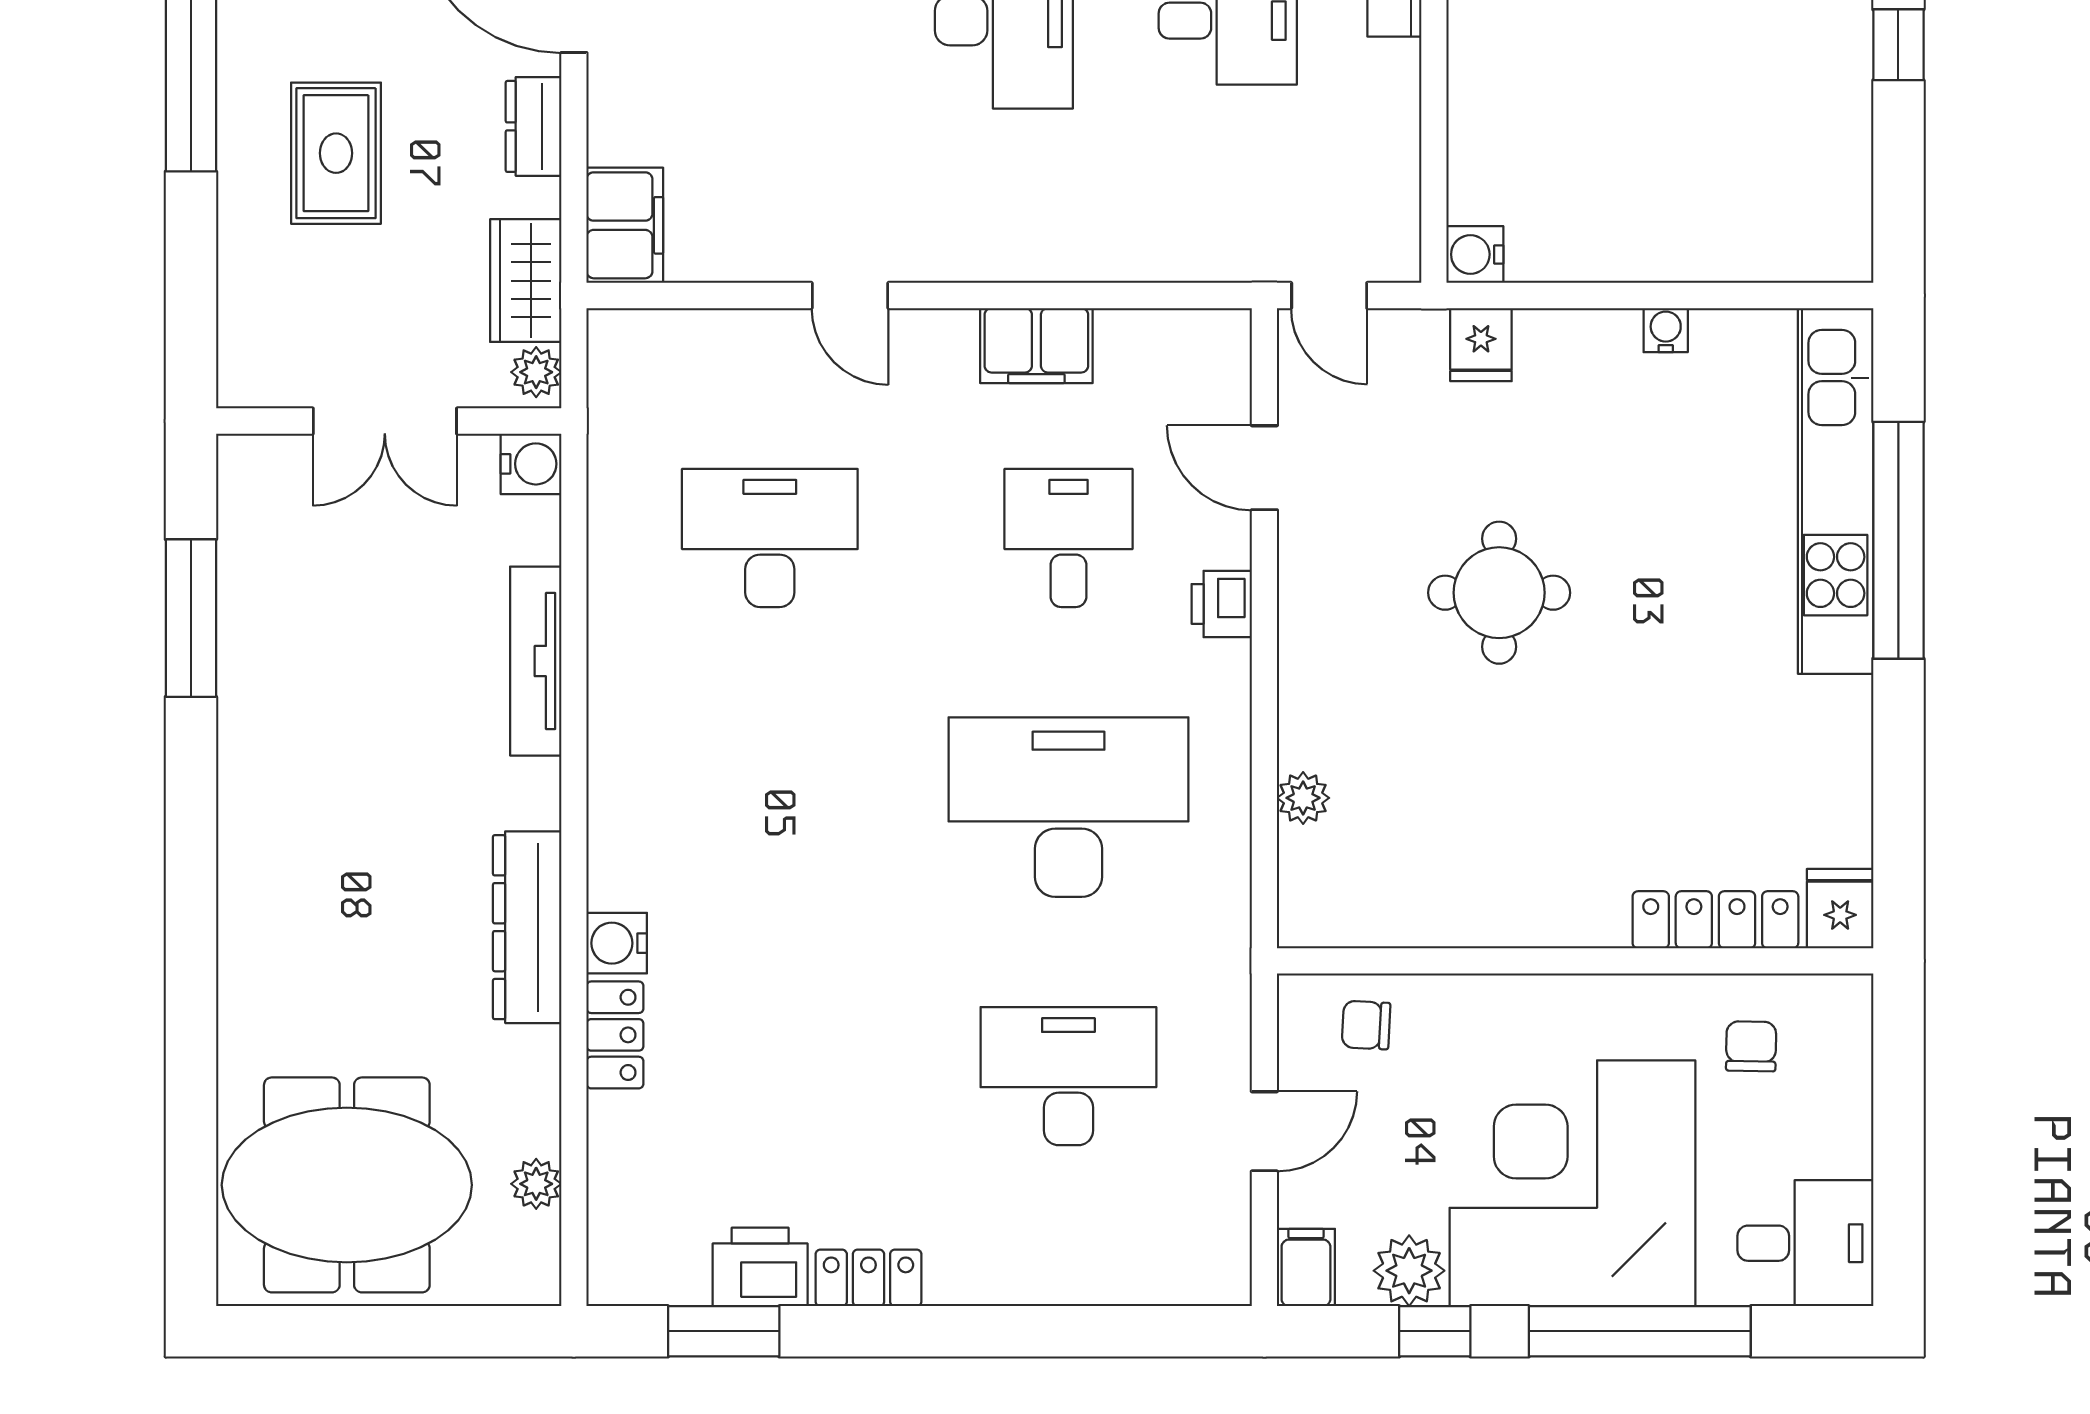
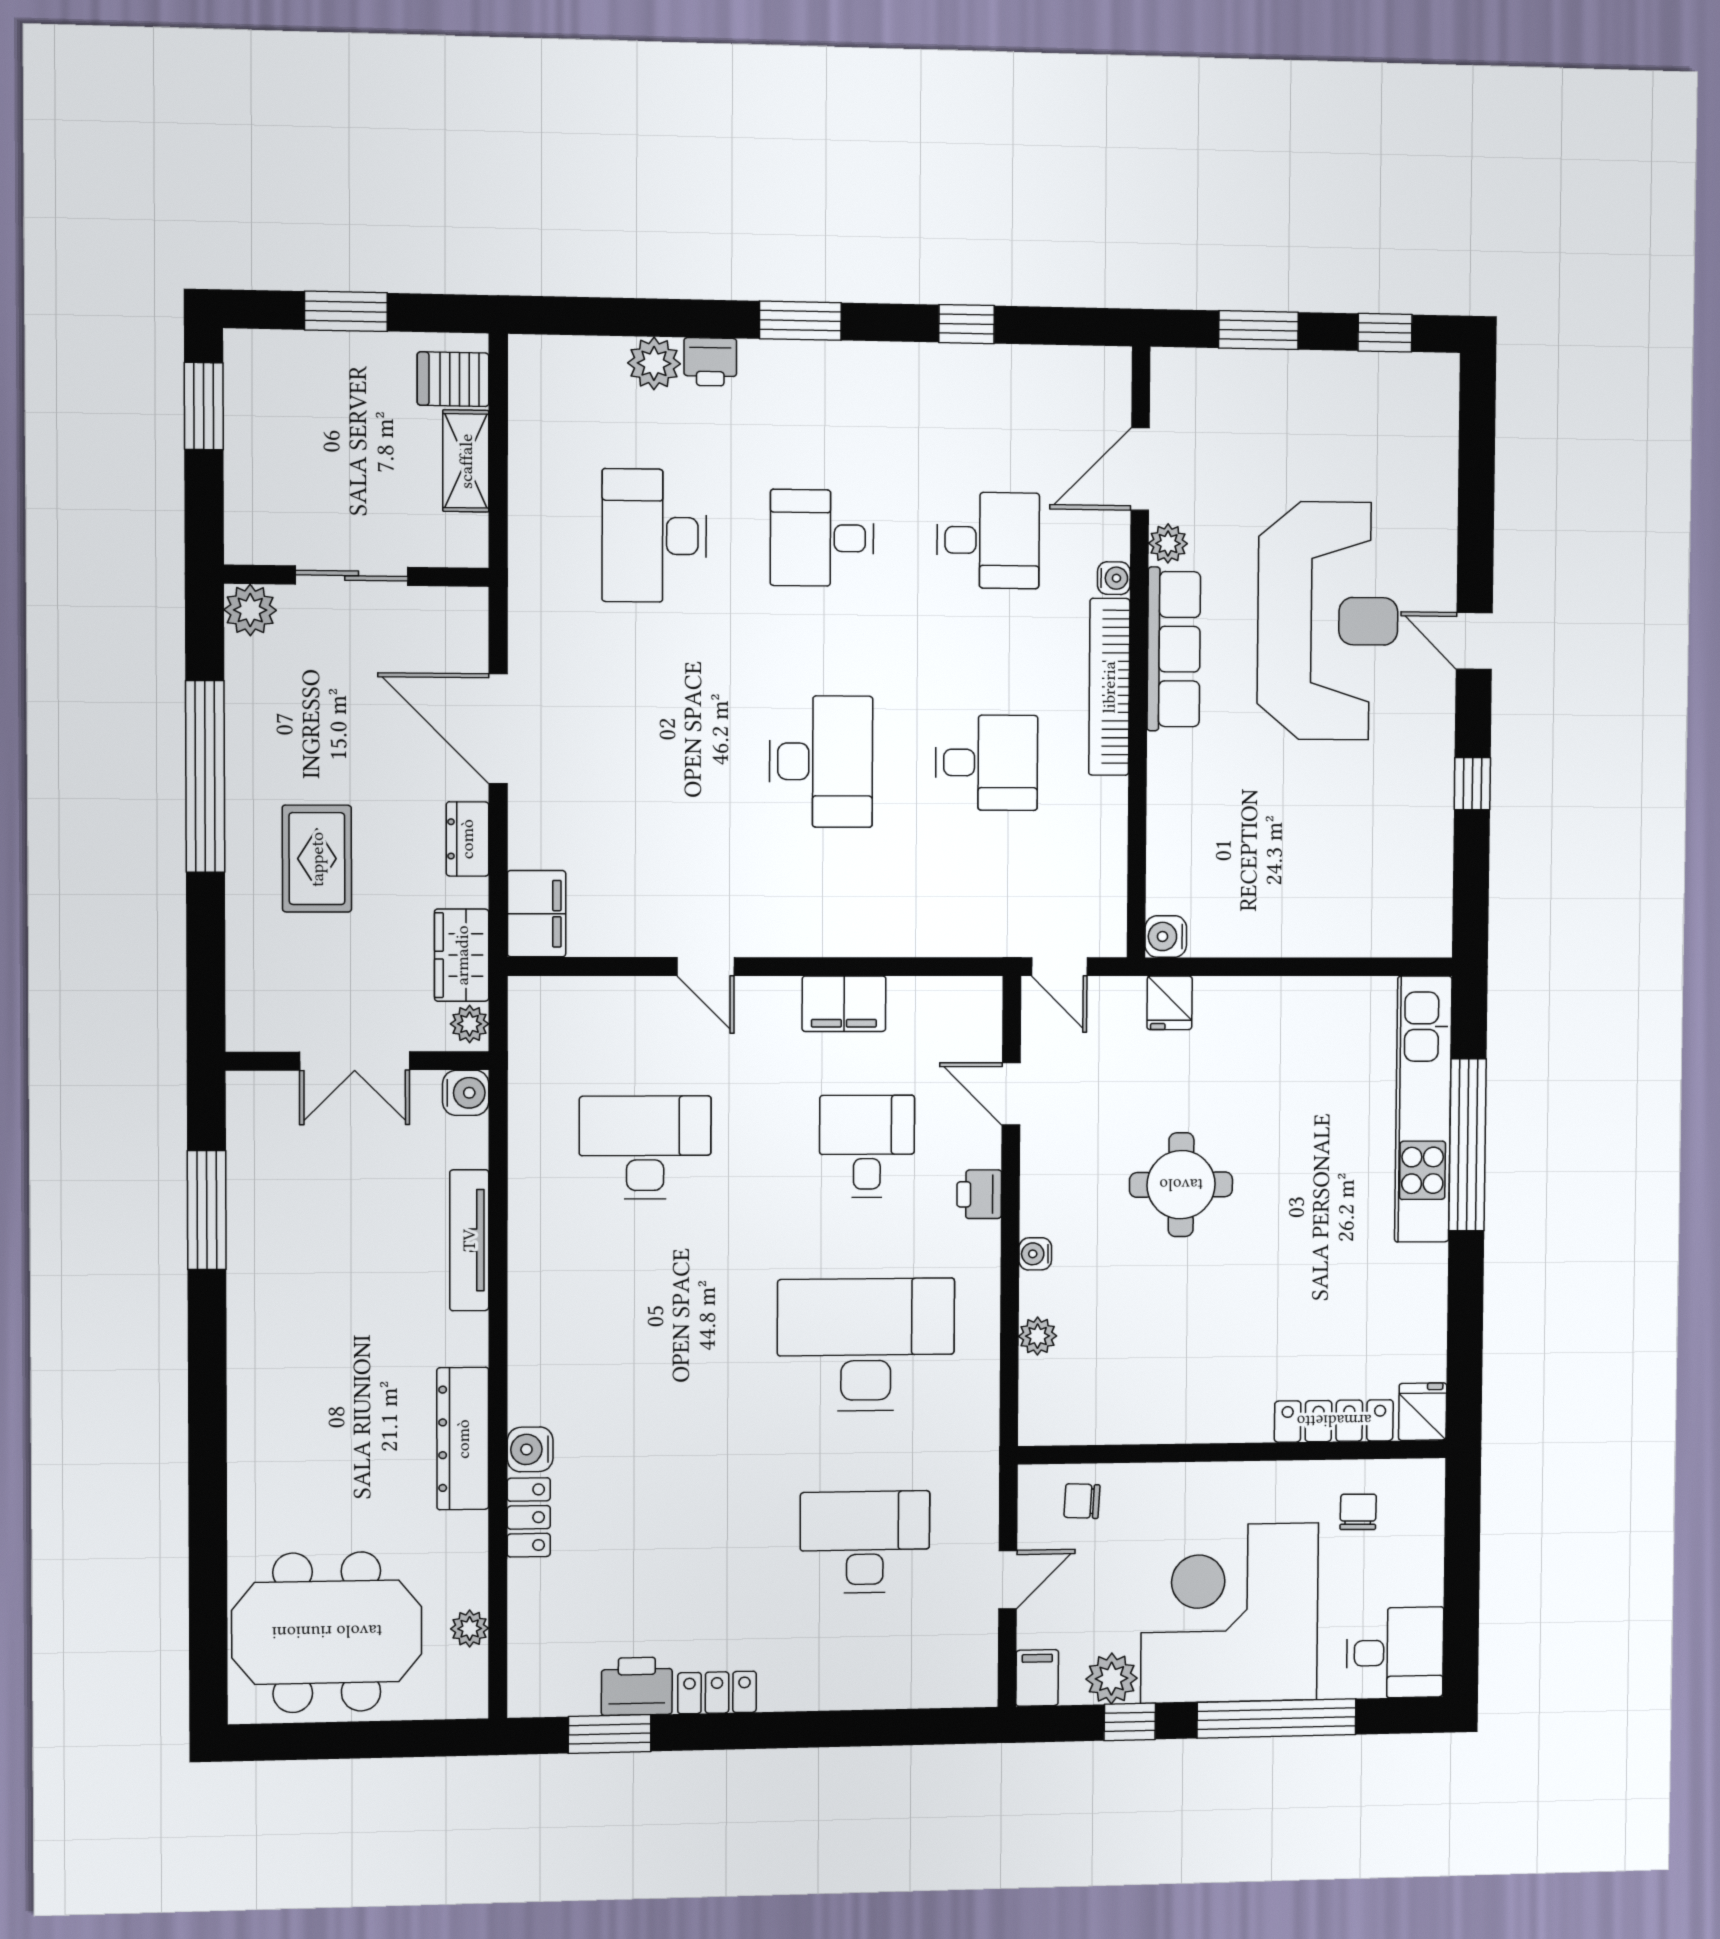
water cooler: (1666, 330) -> (1035, 1254), moved, turned -90

